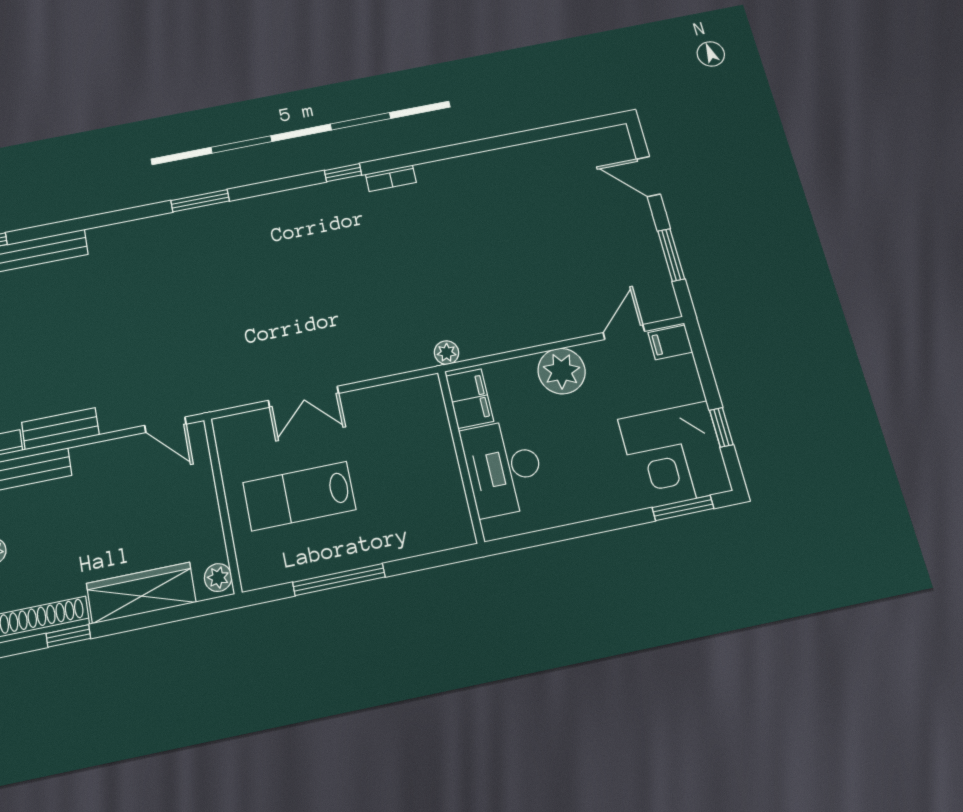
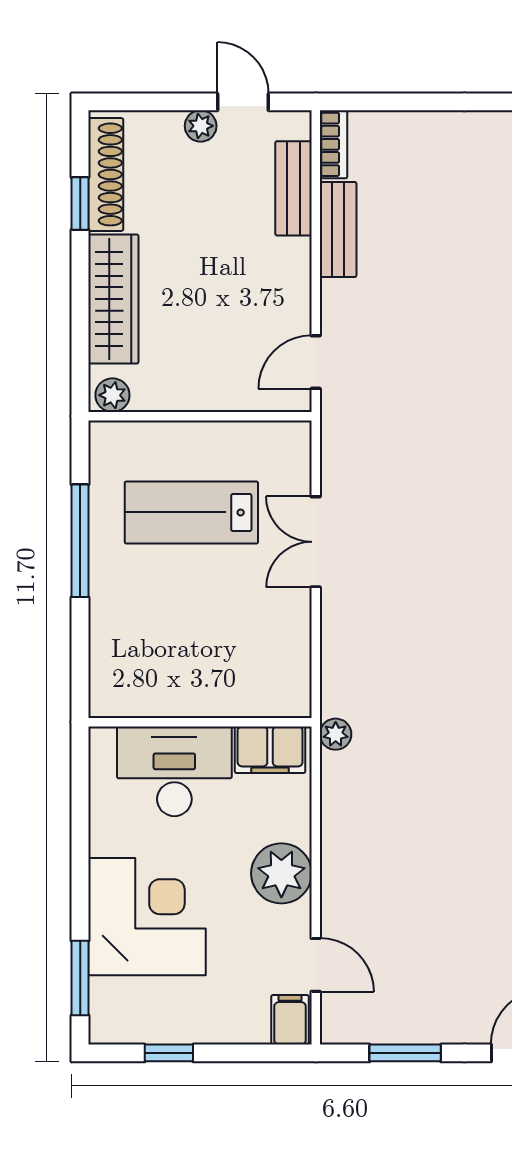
corner desk: (675, 455) -> (147, 917), moved, turned 90
lab bench: (299, 496) -> (191, 512), turned -90

